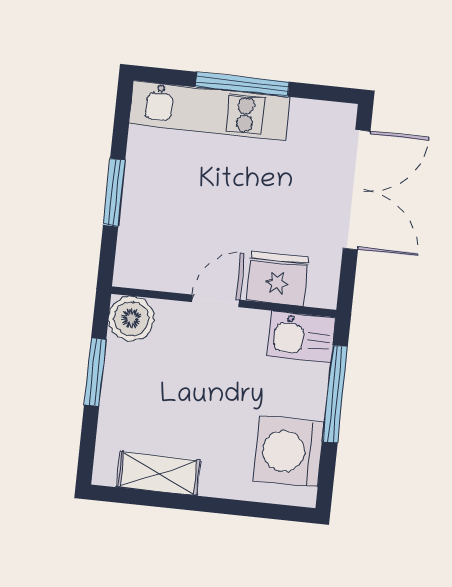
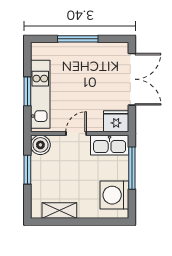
kitchen unit: (209, 111) -> (40, 94), moved, turned -90
fridge: (278, 279) -> (116, 121), moved
kitchen sink: (302, 337) -> (110, 145), width x1.38

